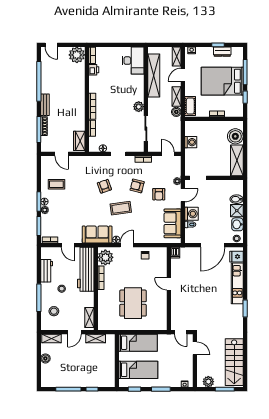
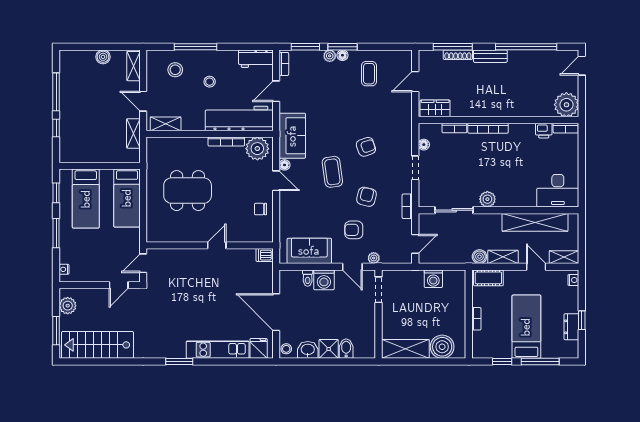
bed: (222, 81) -> (526, 327), width x0.67
workbench: (47, 271) -> (256, 59), moved

